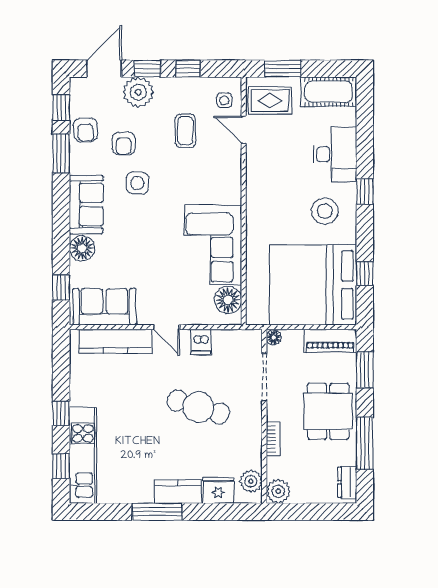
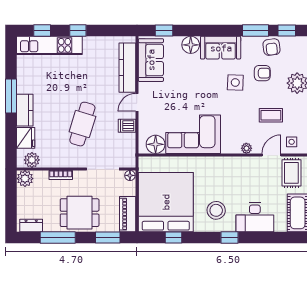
armchair: (85, 130) -> (272, 47), turned -93
armchair: (124, 143) -> (262, 73), turned 180
plant: (234, 167) -> (246, 148), added

